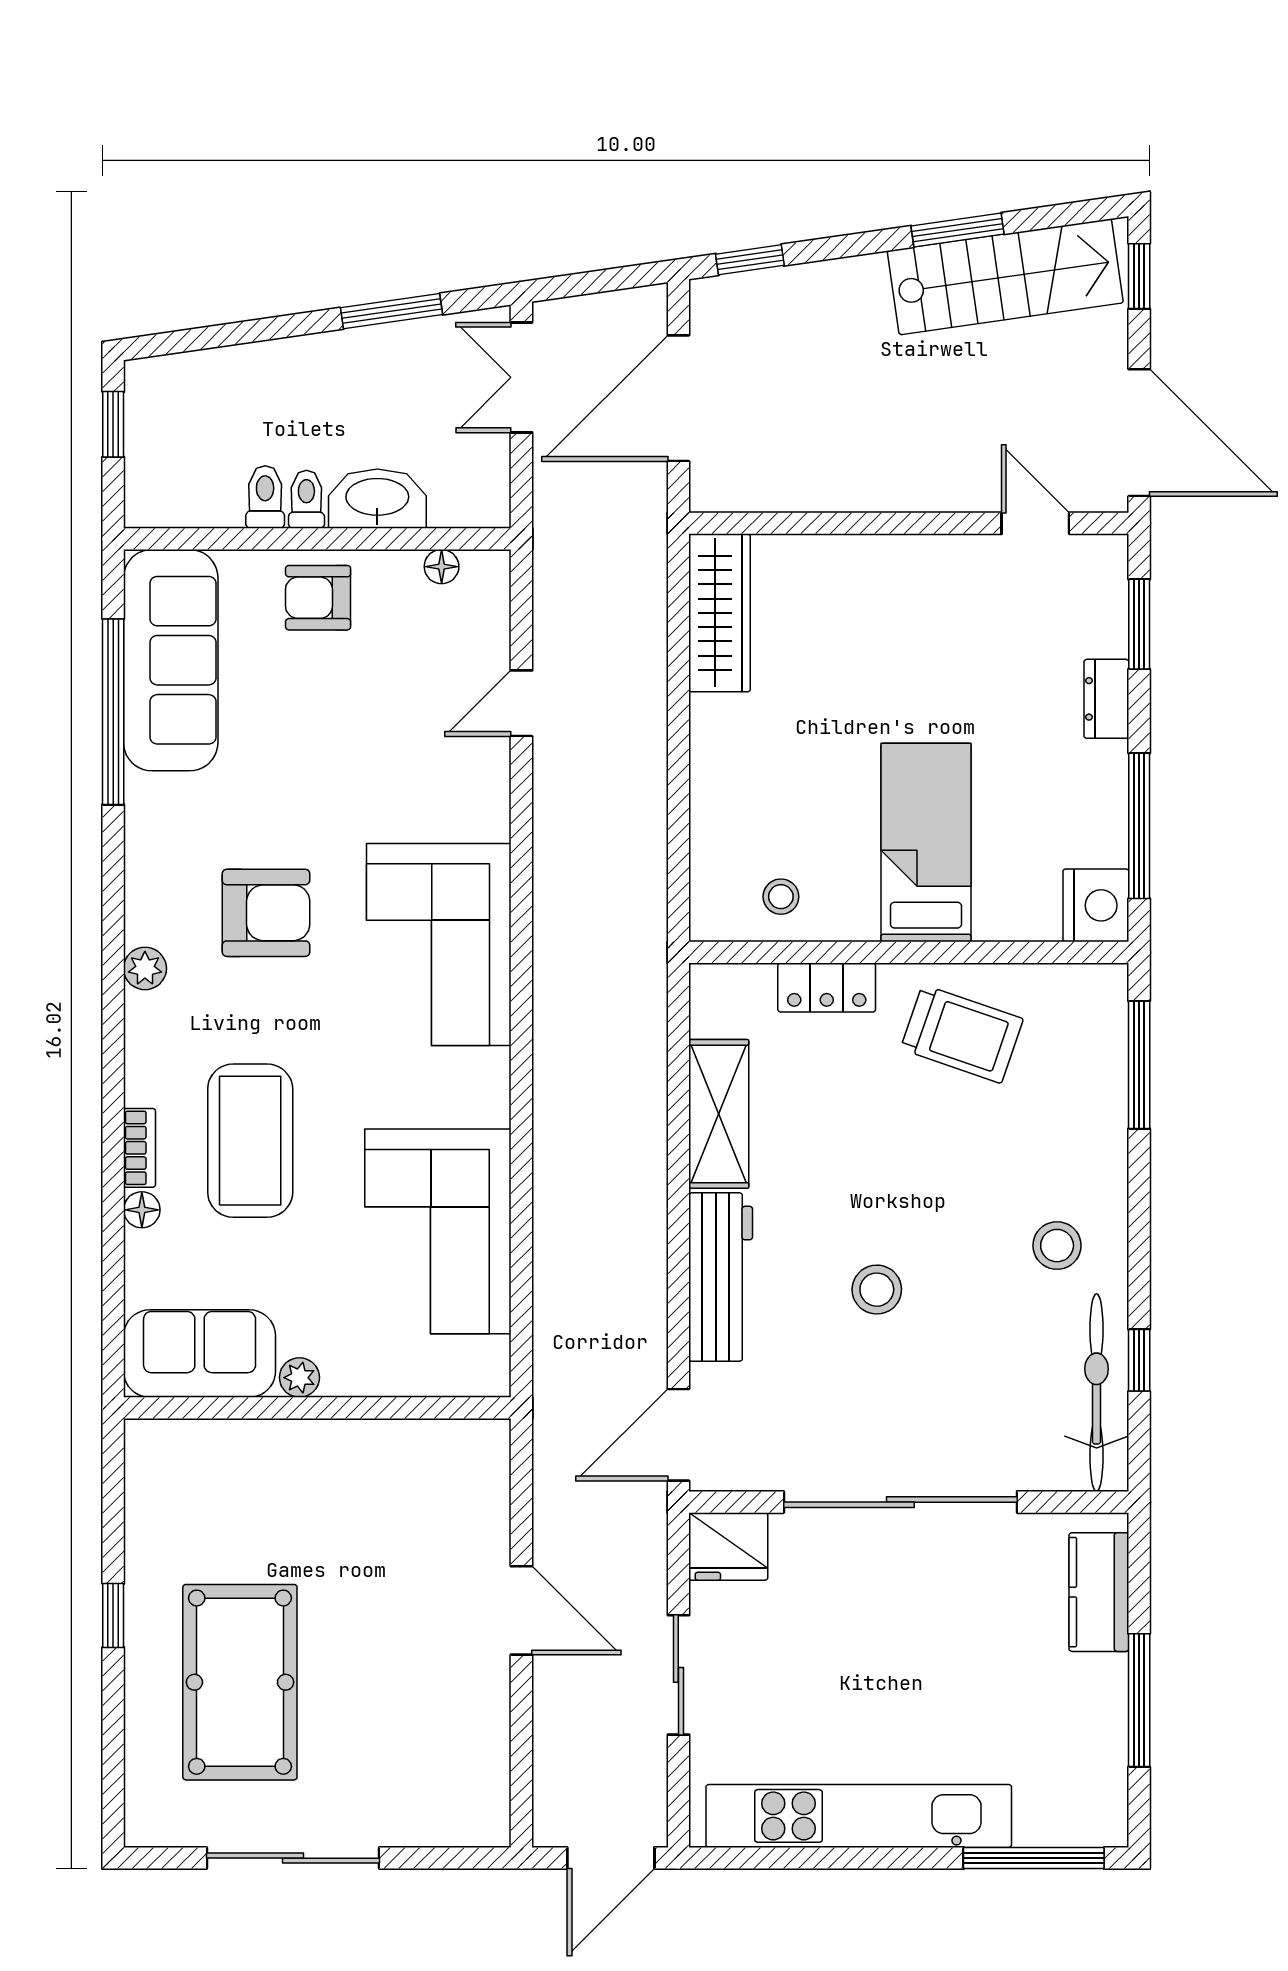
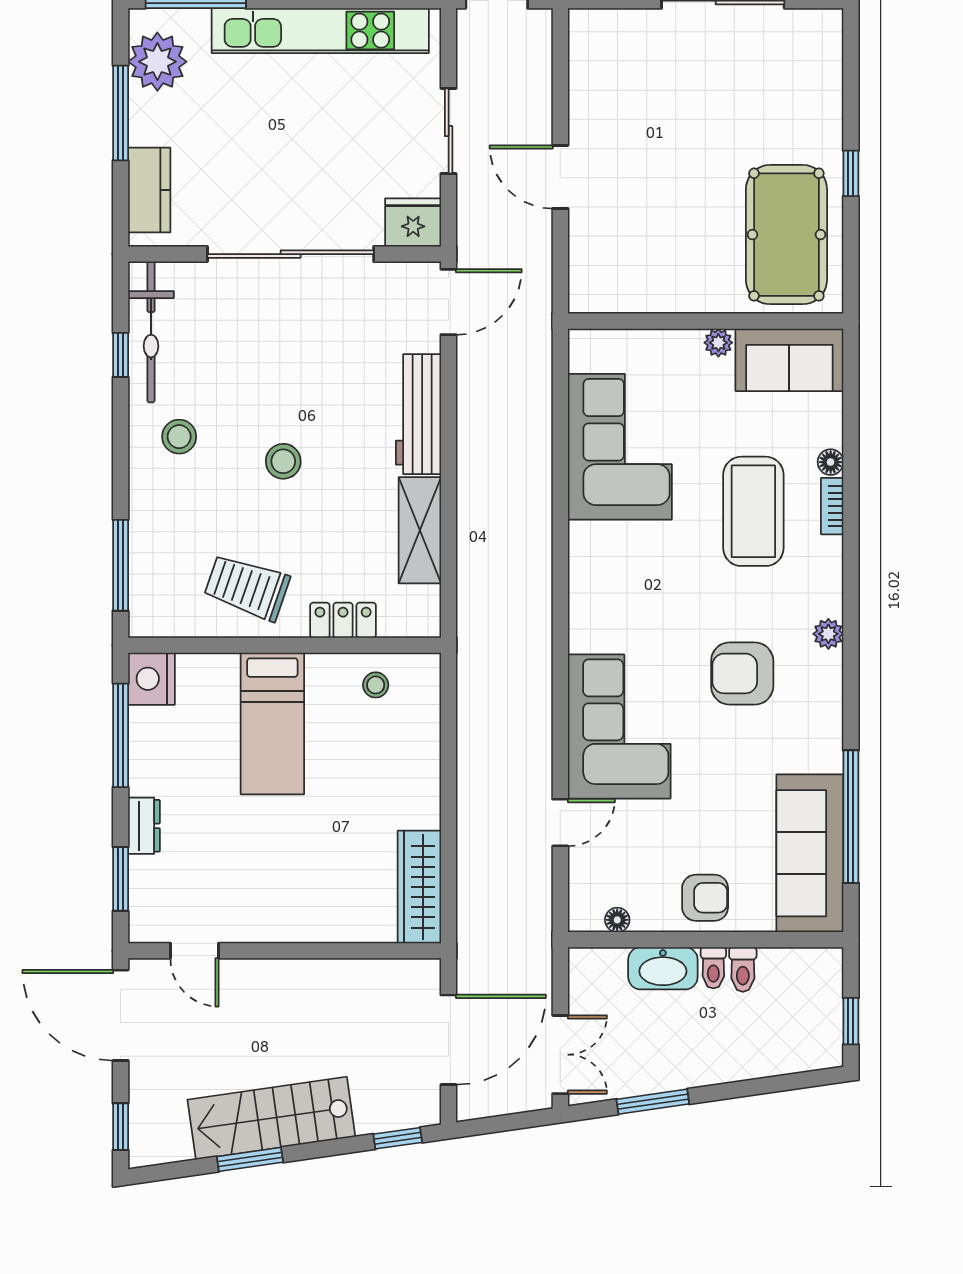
stairs: (1005, 277) -> (271, 1118), moved
corner sofa: (439, 945) -> (619, 726), moved
stool: (877, 1290) -> (283, 461), moved
pool table: (240, 1682) -> (786, 235), moved
plant: (1088, 1772) -> (157, 62), added

